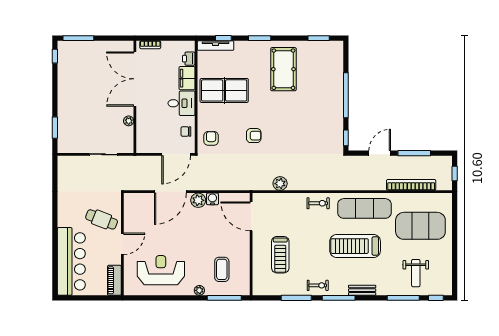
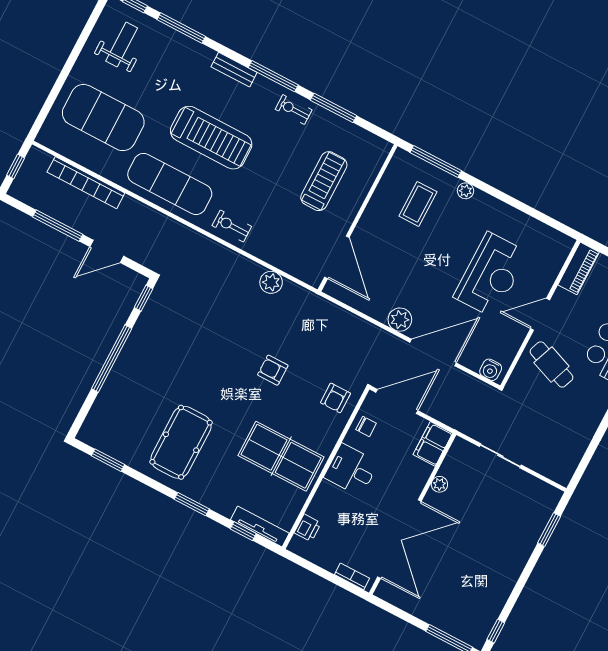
filing cabinet: (187, 78) -> (433, 444), moved, turned 180
water cooler: (212, 199) -> (491, 370), moved
reception desk: (161, 270) -> (491, 275), moved, turned -90
weight bench: (416, 273) -> (122, 45), moved

